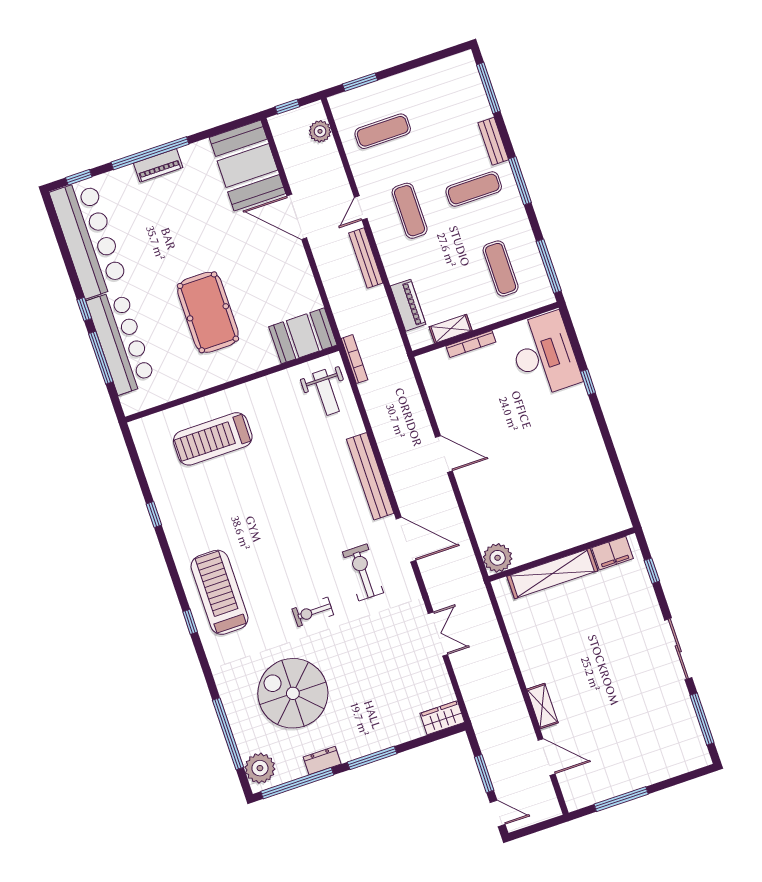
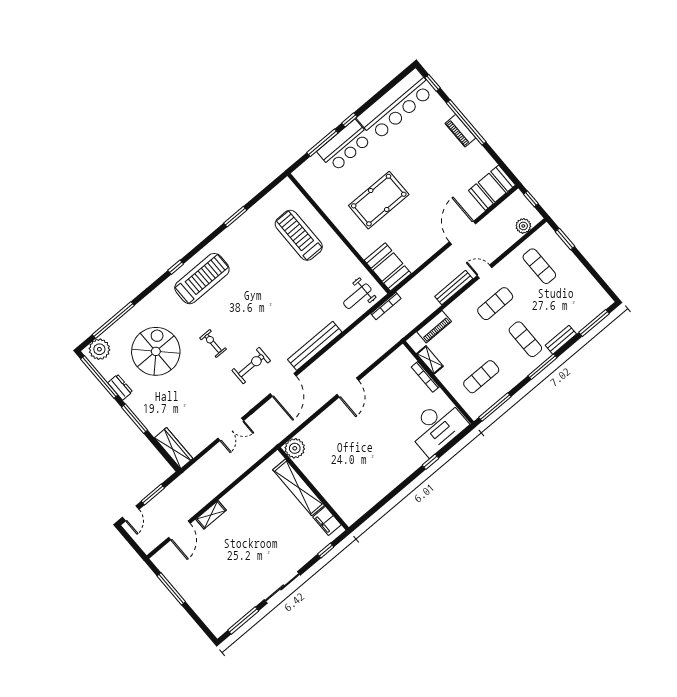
booth: (247, 166) -> (492, 188), width x0.73, depth x0.70
bar counter: (121, 342) -> (345, 146), width x0.73
window: (154, 515) -> (235, 217), width x1.50
wardrobe: (442, 718) -> (174, 448), width x1.50

